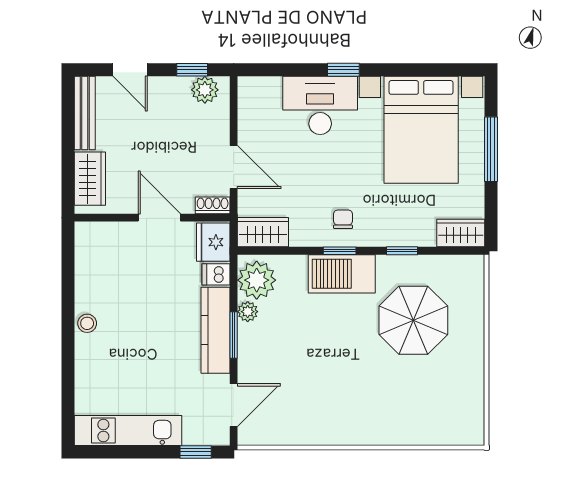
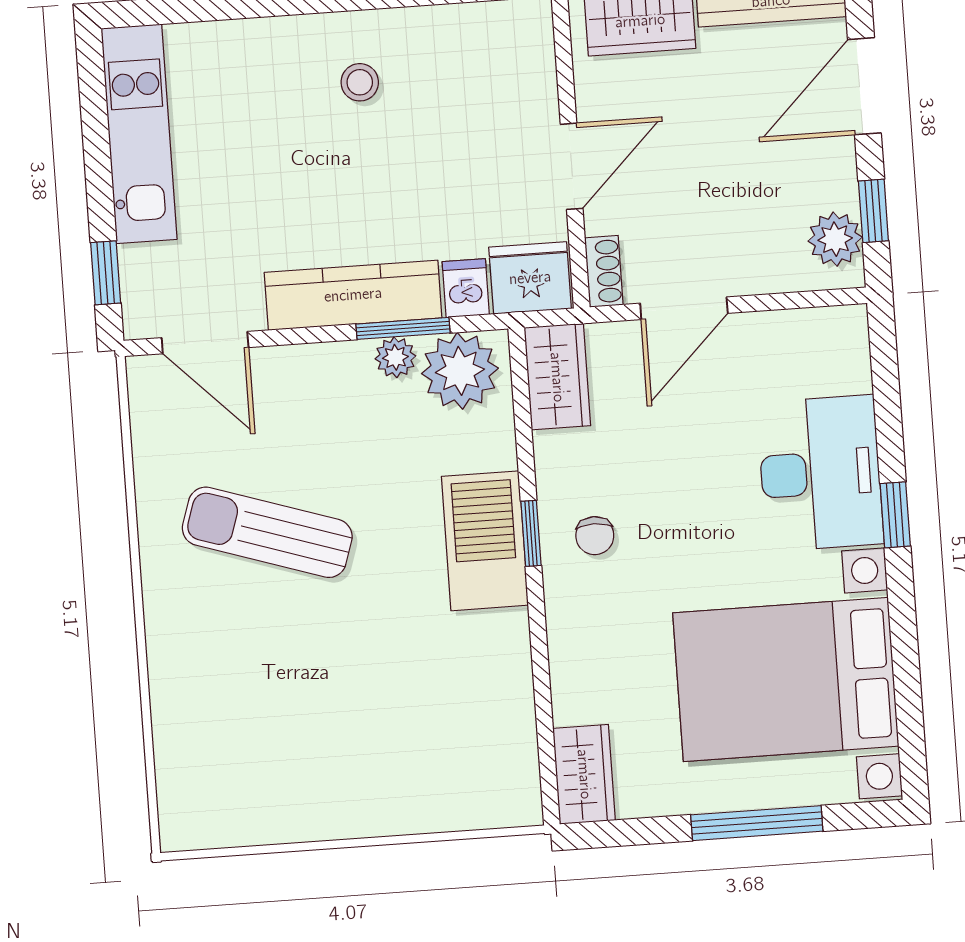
door: (130, 70) -> (864, 86), width x1.38
chair: (343, 219) -> (595, 536), turned 90
window: (402, 251) -> (540, 659), removed
parasol: (413, 320) -> (402, 692), removed
stool: (87, 323) -> (360, 82), moved
window: (234, 335) -> (403, 328), moved
sun lounger: (330, 381) -> (267, 532), added

